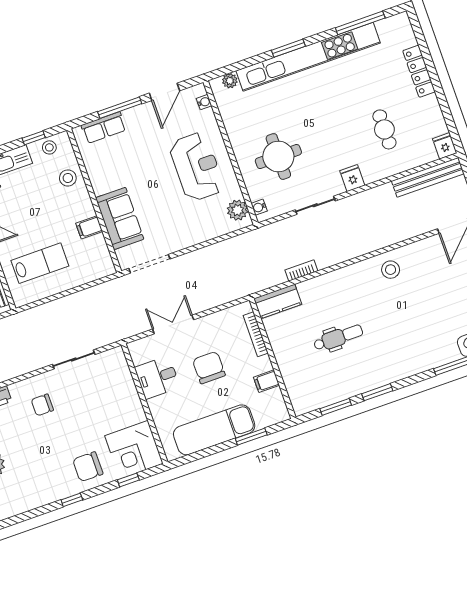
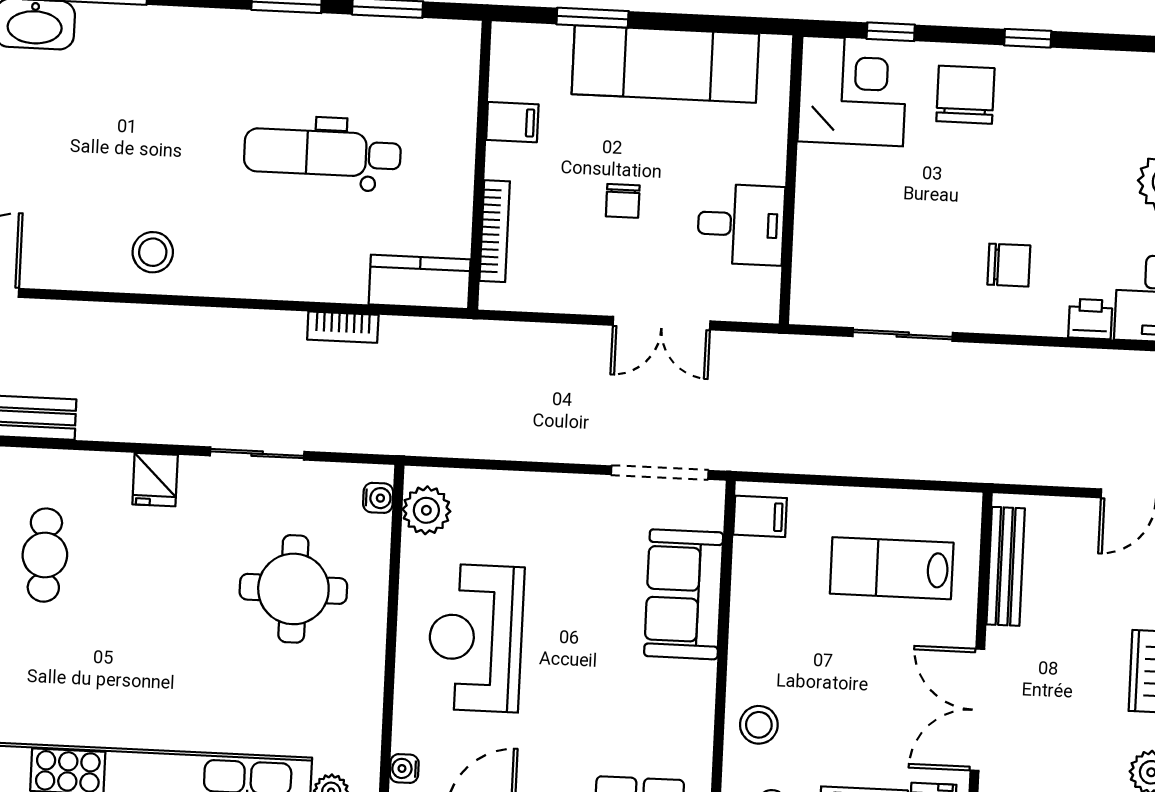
filing cabinet: (89, 227) -> (760, 516), moved
dental chair: (338, 338) -> (322, 153), width x1.36, depth x1.38
chair: (209, 367) -> (623, 201), width x0.54, depth x0.54
chair: (88, 467) -> (965, 95), turned -90

